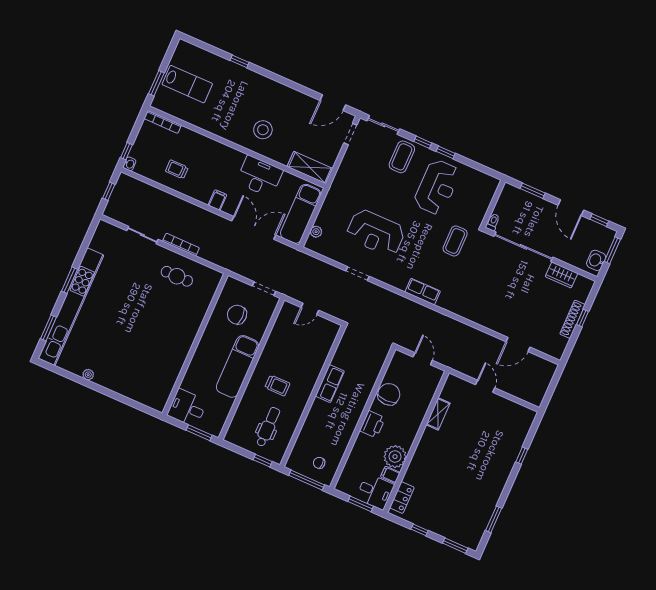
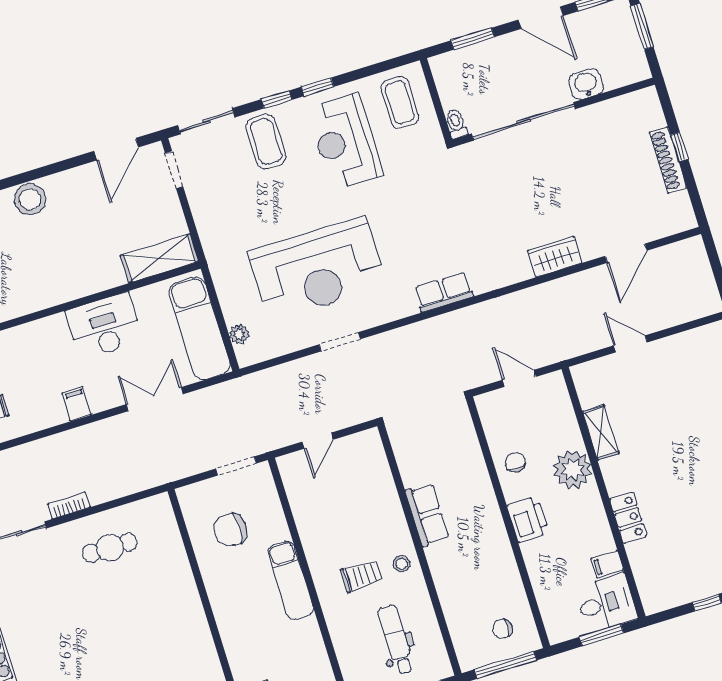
stool: (263, 130) -> (30, 199), moved
reception desk: (437, 187) -> (345, 141), turned 180
double door: (254, 228) -> (155, 399), width x0.73
reception desk: (376, 233) -> (317, 269), width x1.36, depth x1.30
coffee table: (455, 241) -> (400, 102), moved
bookcase: (181, 245) -> (69, 506), width x0.64
washbasin: (596, 260) -> (586, 84), moved, turned 90
wardrobe: (561, 275) -> (555, 257), moved, turned 180
exam couch: (237, 366) -> (291, 581), width x0.73, depth x0.69
chair: (389, 394) -> (515, 462), width x0.54, depth x0.54
stool: (300, 395) -> (402, 564), added
plant: (395, 457) -> (572, 469), moved
locker: (402, 498) -> (628, 518), moved

